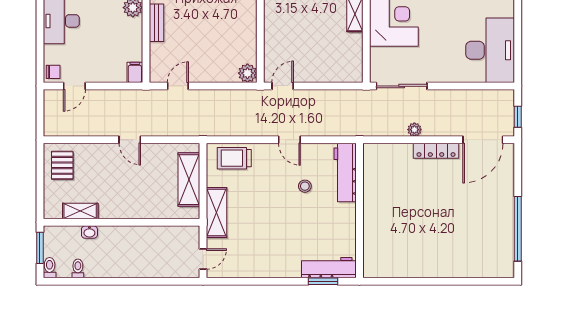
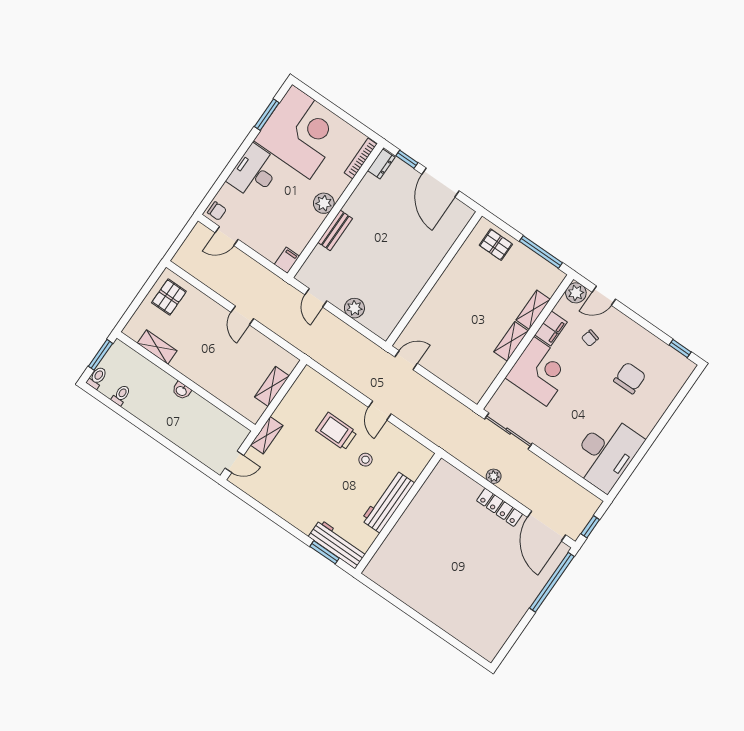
plant: (247, 73) -> (354, 308), moved
door: (178, 86) -> (316, 298), swing flipped
door: (483, 140) -> (546, 526), hinge flipped
trolley: (234, 158) -> (336, 431), moved
workbench: (345, 173) -> (388, 502), moved
shelving: (189, 180) -> (272, 386), width x0.67, depth x0.75
shelving: (217, 212) -> (267, 435), width x0.67, depth x0.75
window: (518, 229) -> (552, 582), moved
washbasin: (89, 232) -> (181, 391), moved

